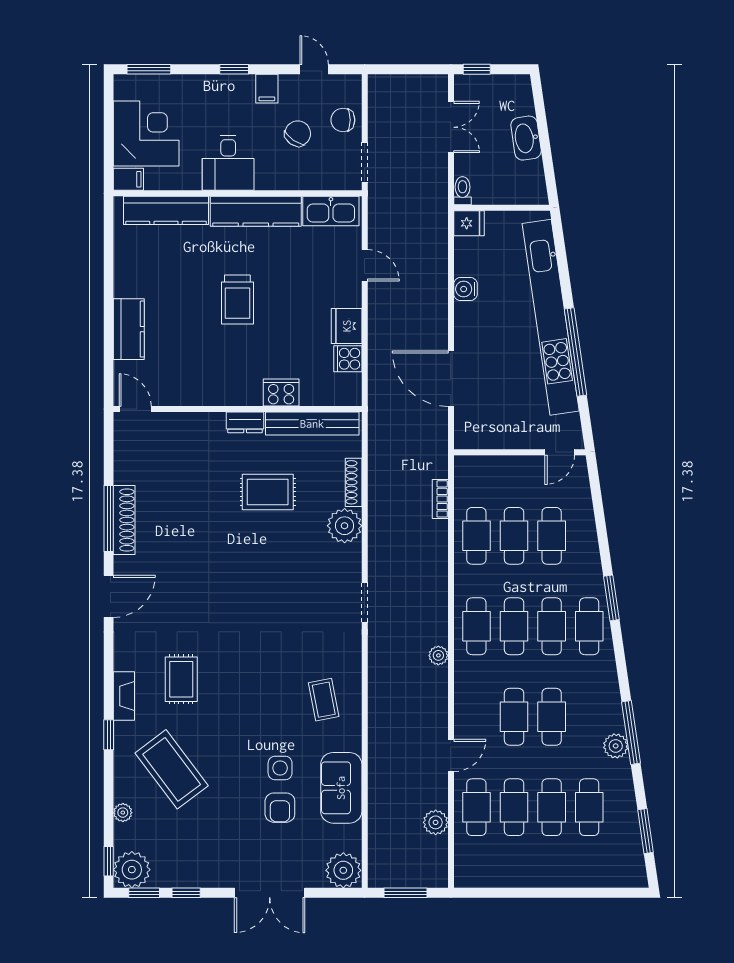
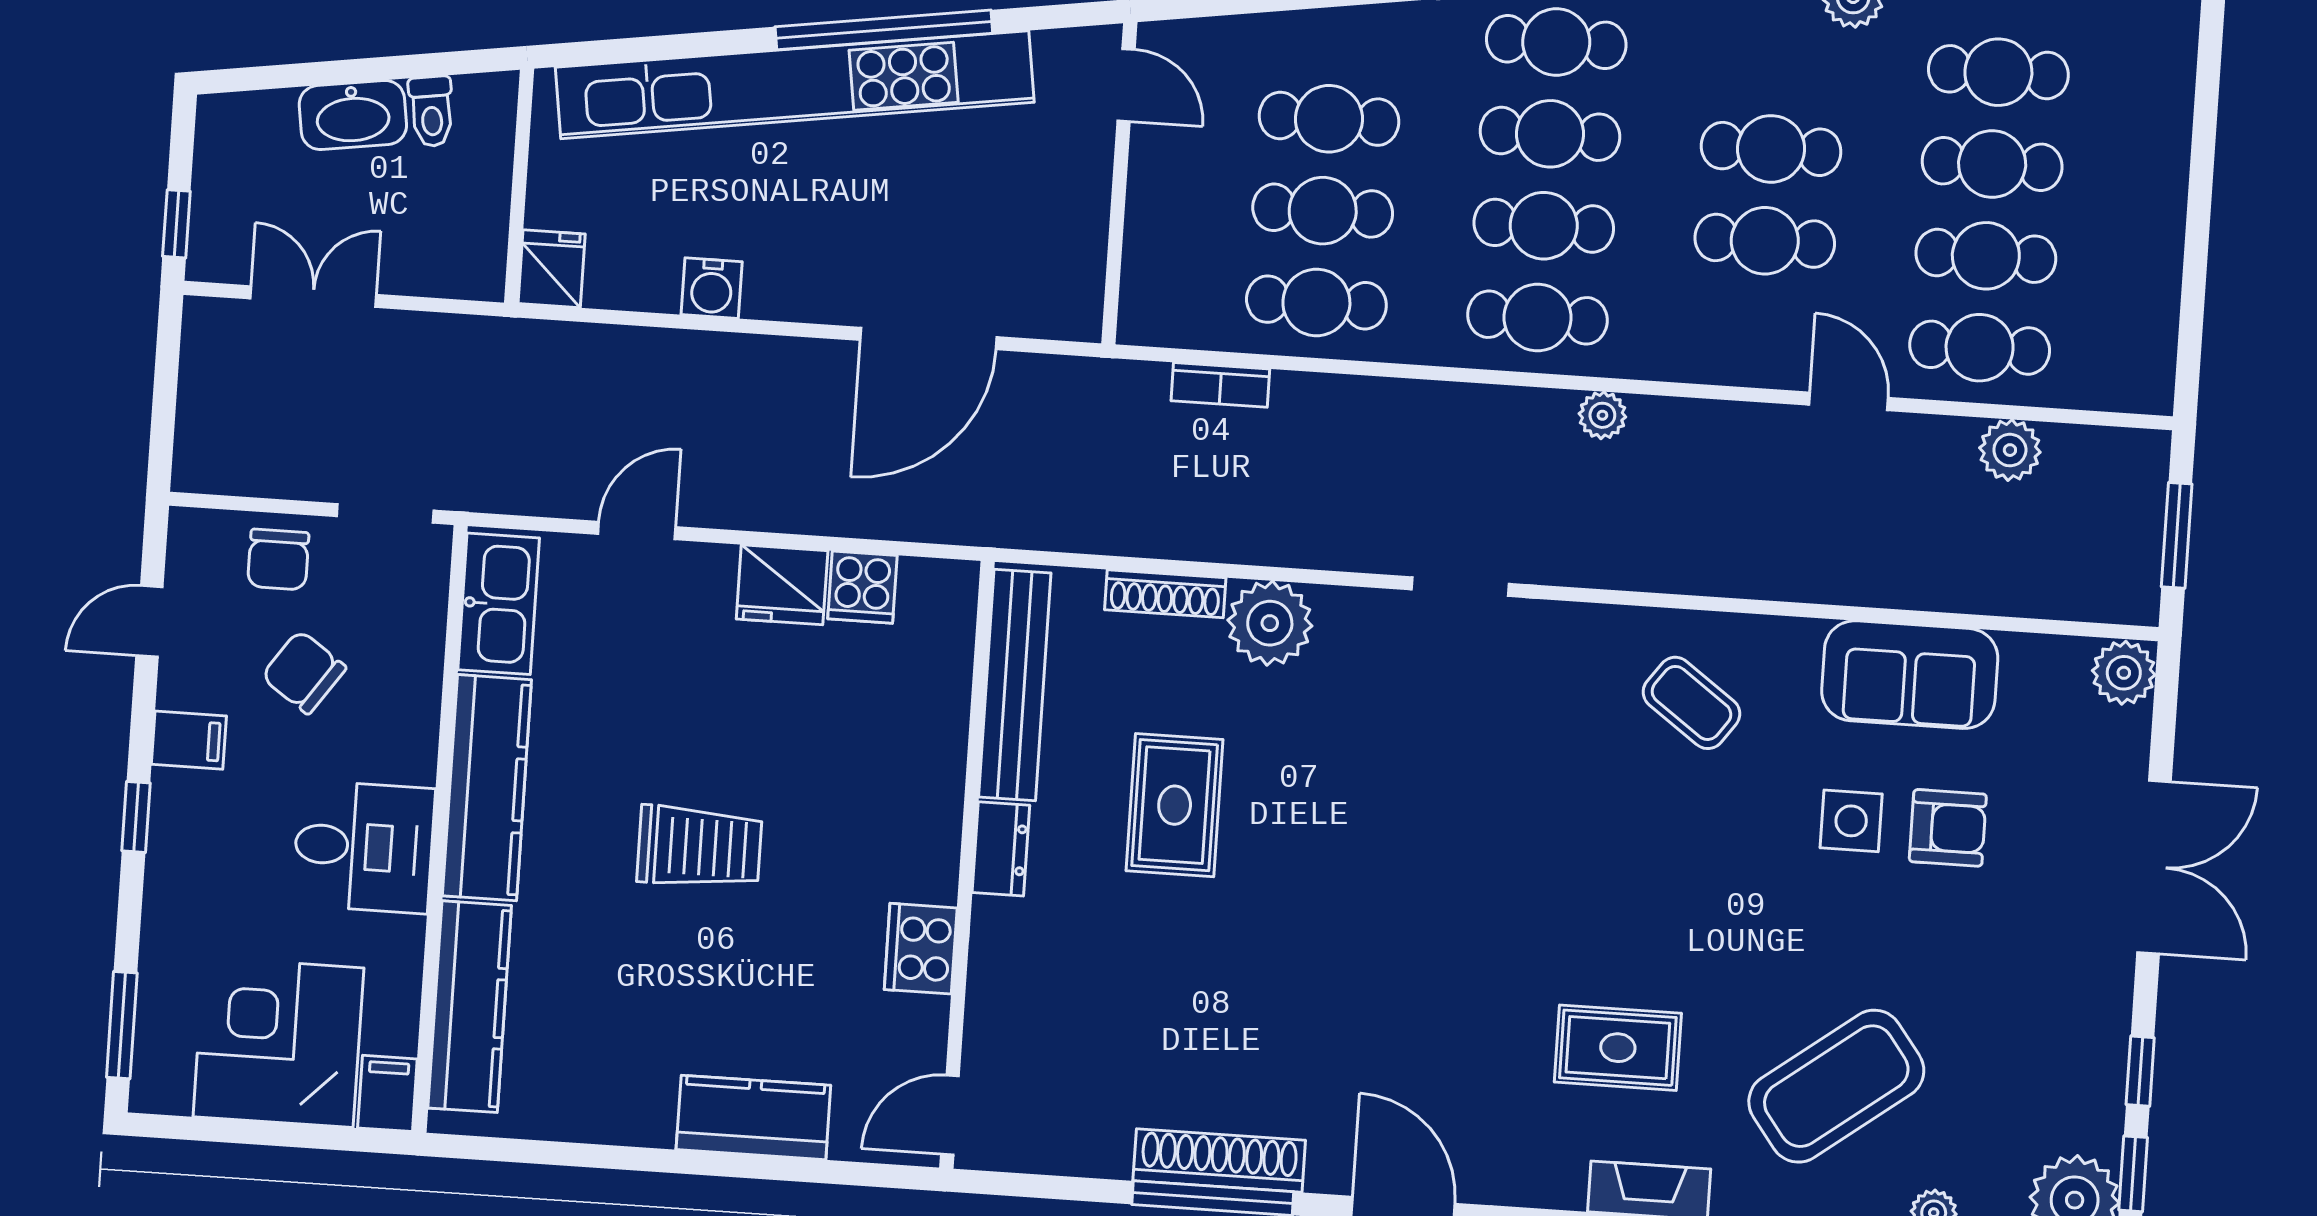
toilet: (463, 191) -> (431, 111), moved, turned -98
cooker: (281, 393) -> (921, 949), moved
coffee table: (324, 700) -> (1691, 703), turned 47
plant: (343, 870) -> (2124, 673), width x0.73, depth x0.73

